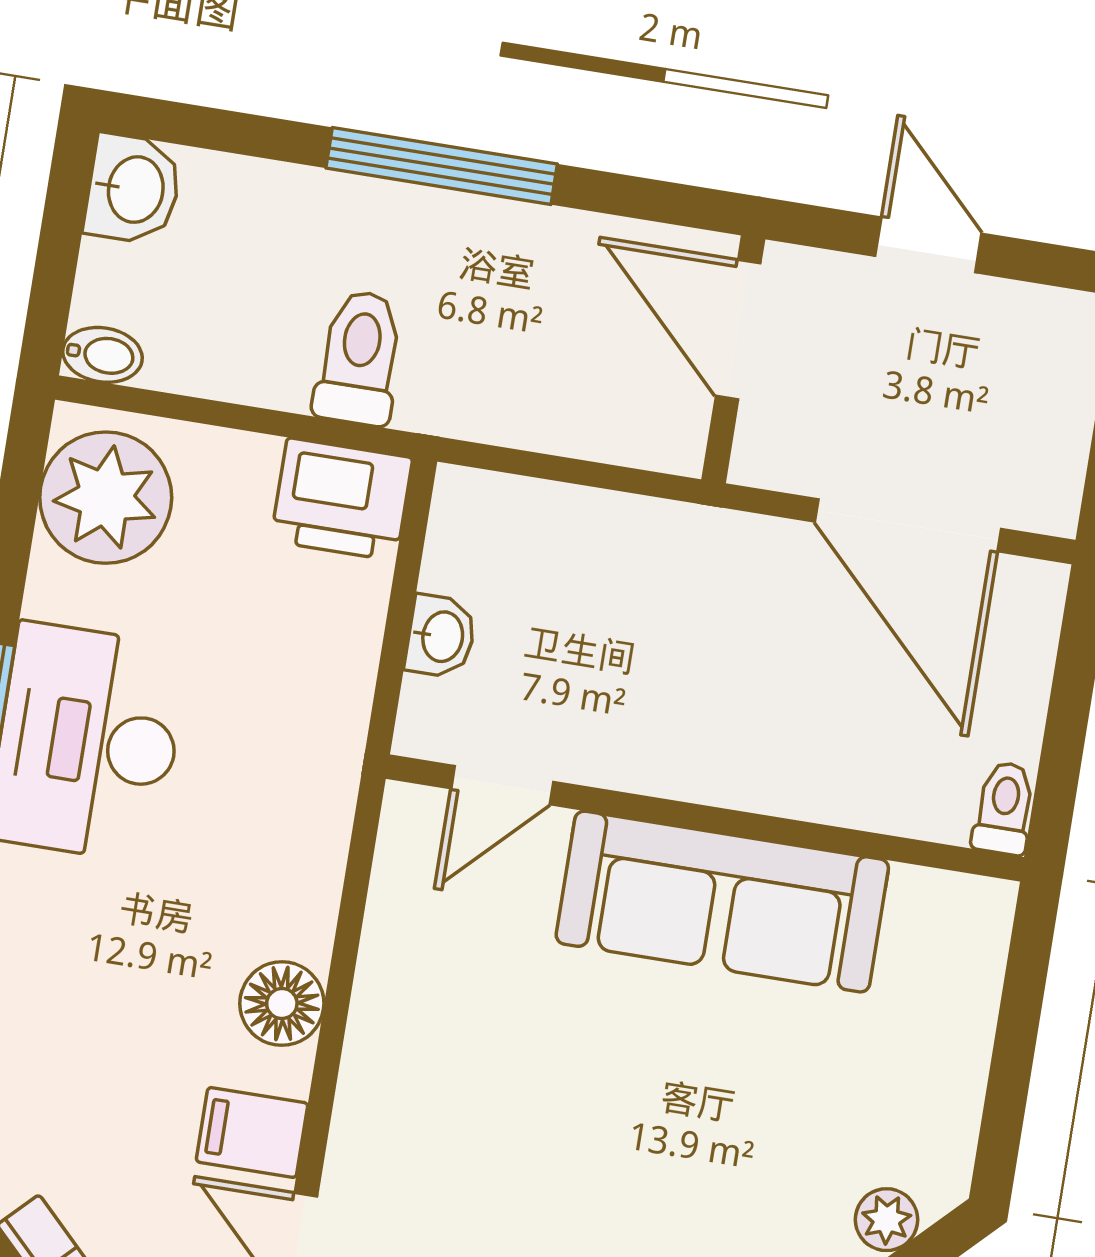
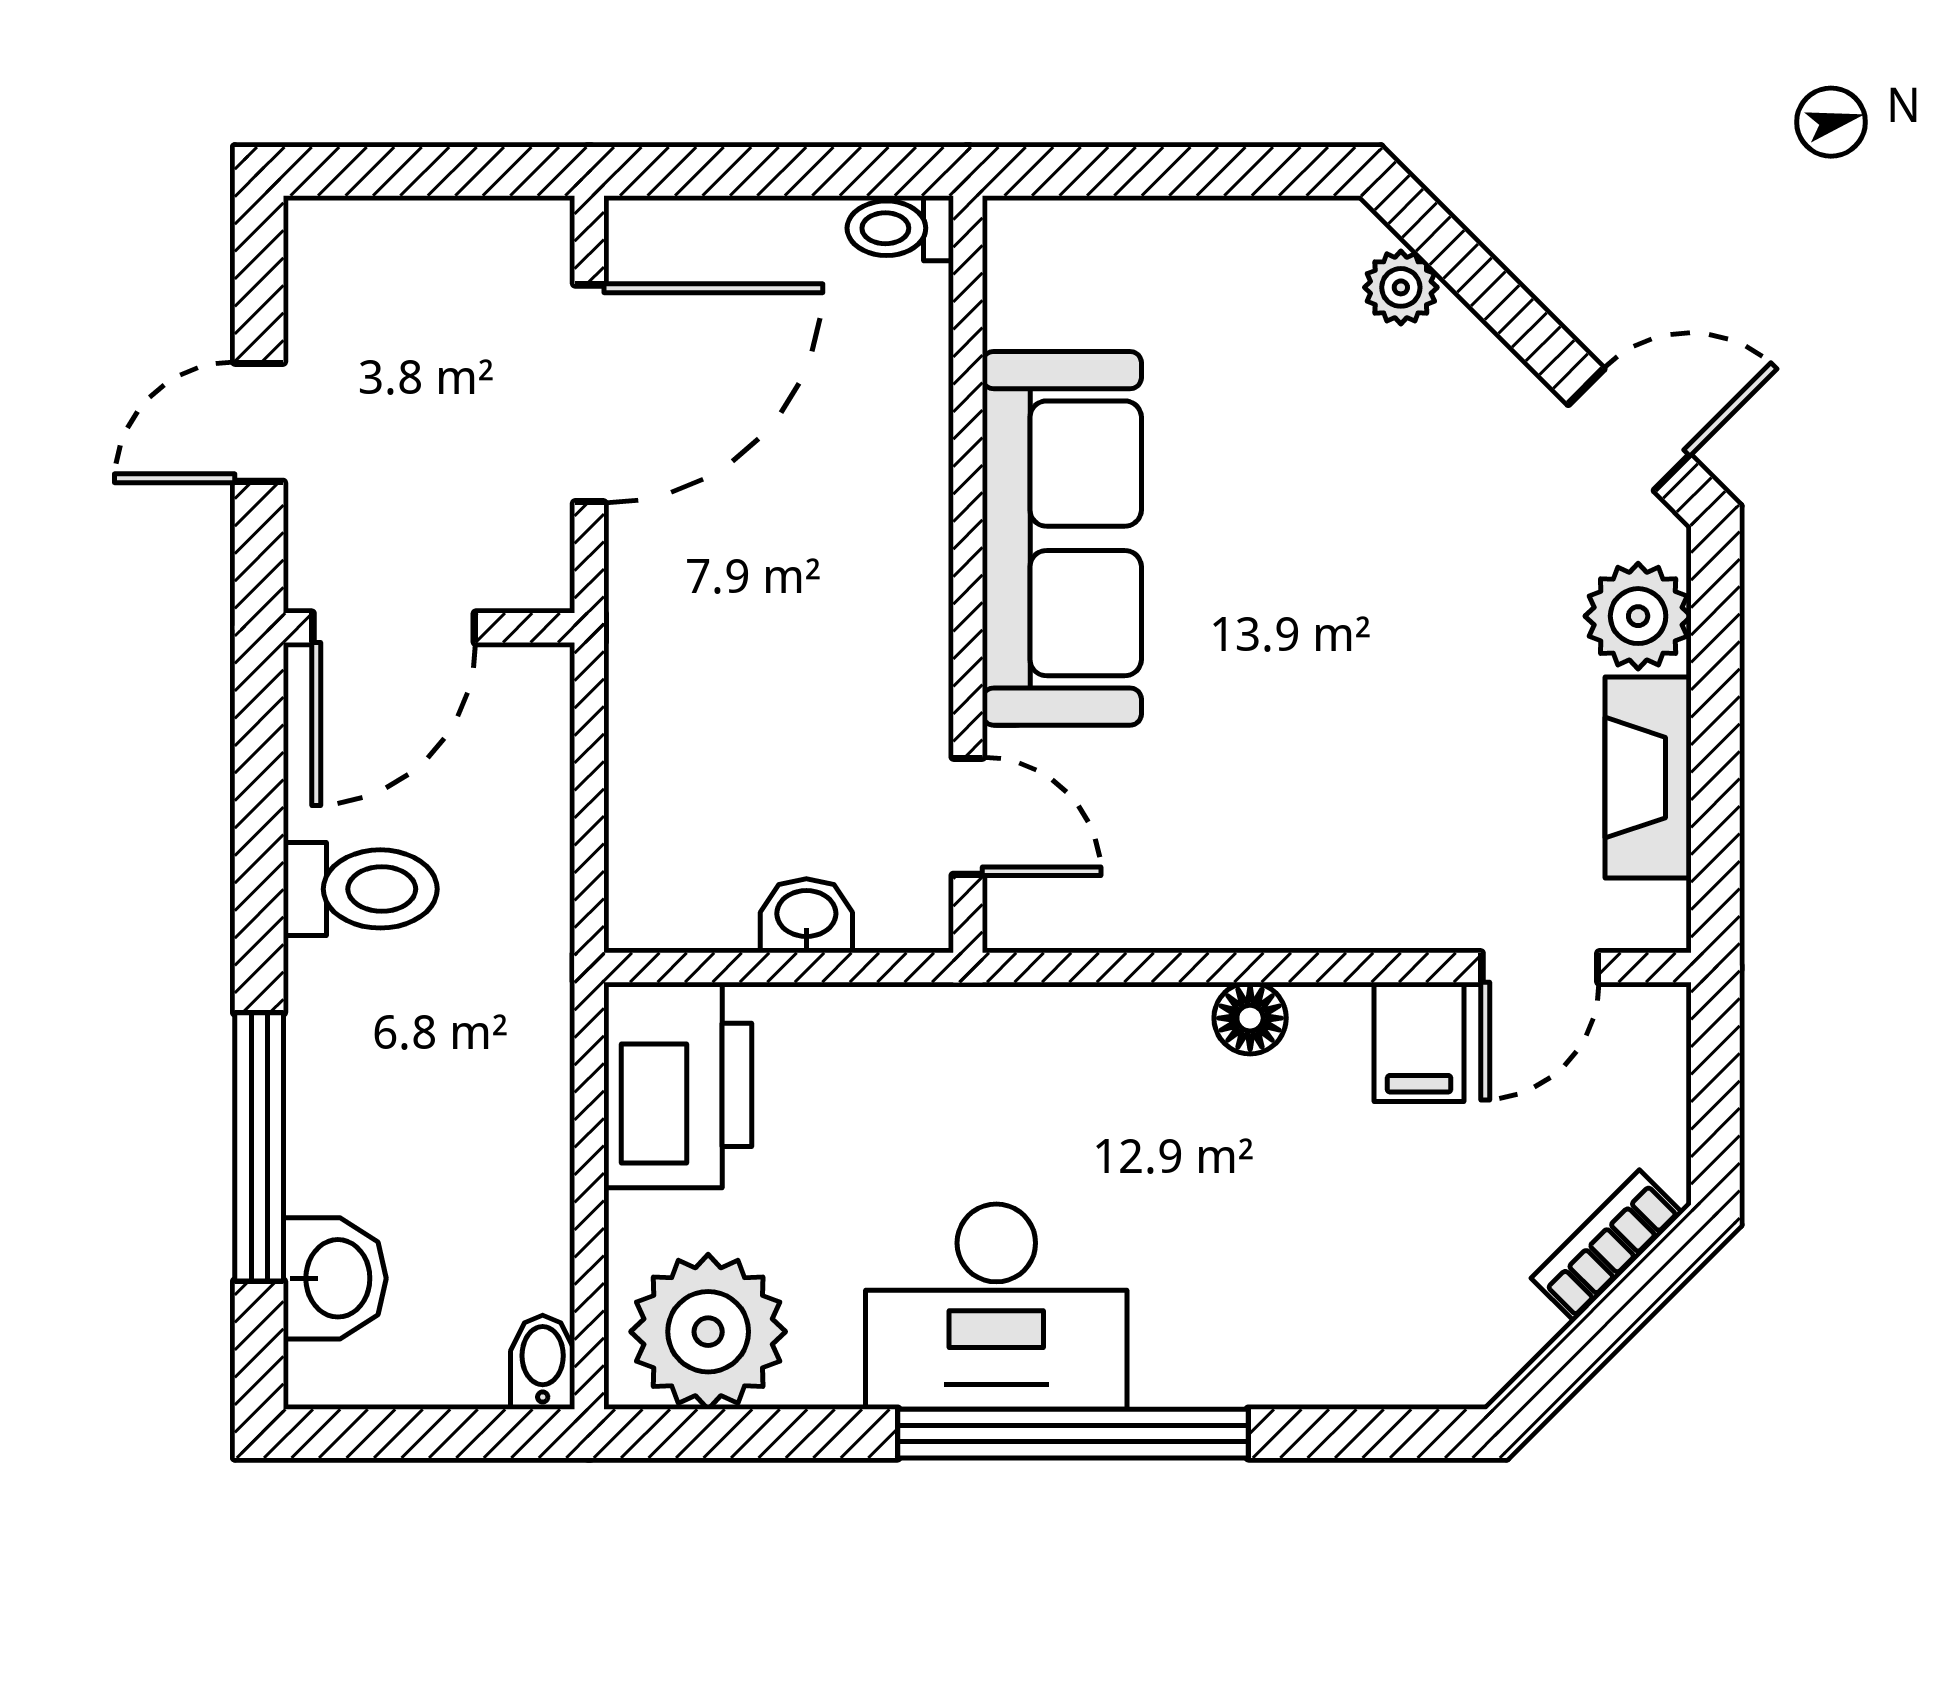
window: (442, 166) -> (259, 1147), moved
washbasin: (133, 189) -> (335, 1278), moved, turned 90
toilet: (359, 358) -> (360, 889), moved, turned 180
printer: (342, 499) -> (678, 1085), width x1.37, depth x1.19
floor lamp: (282, 1004) -> (1250, 1018), width x0.73, depth x0.73

